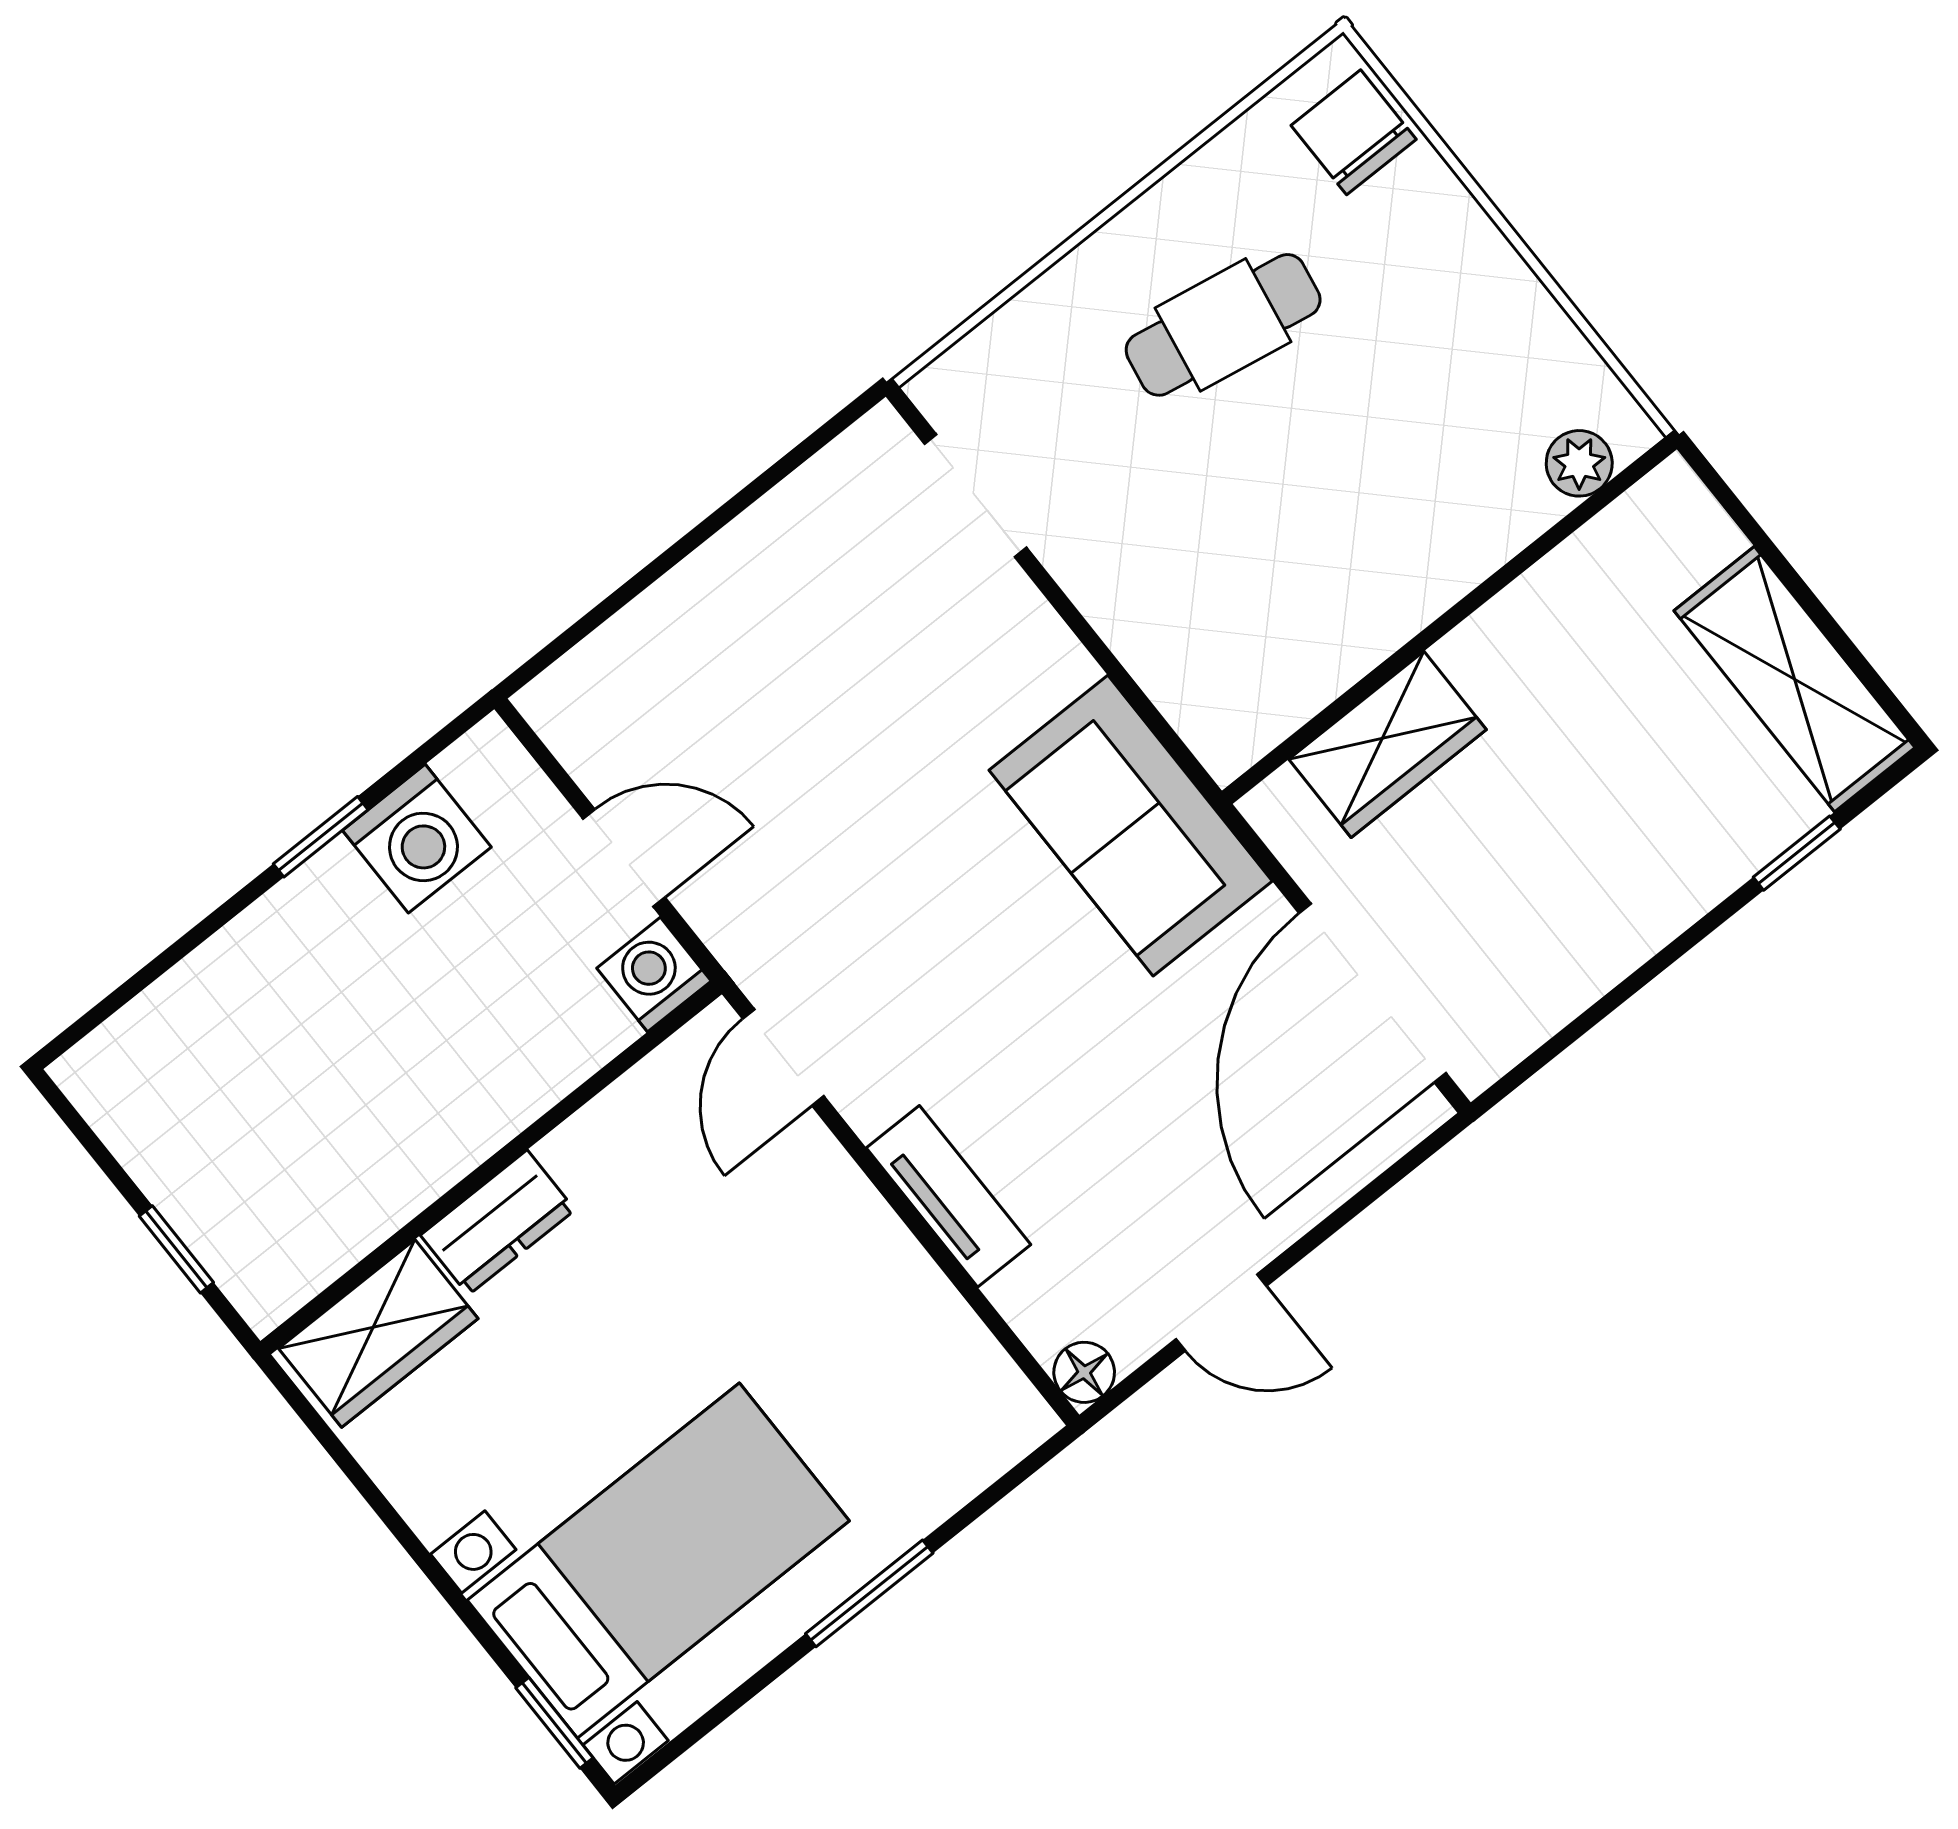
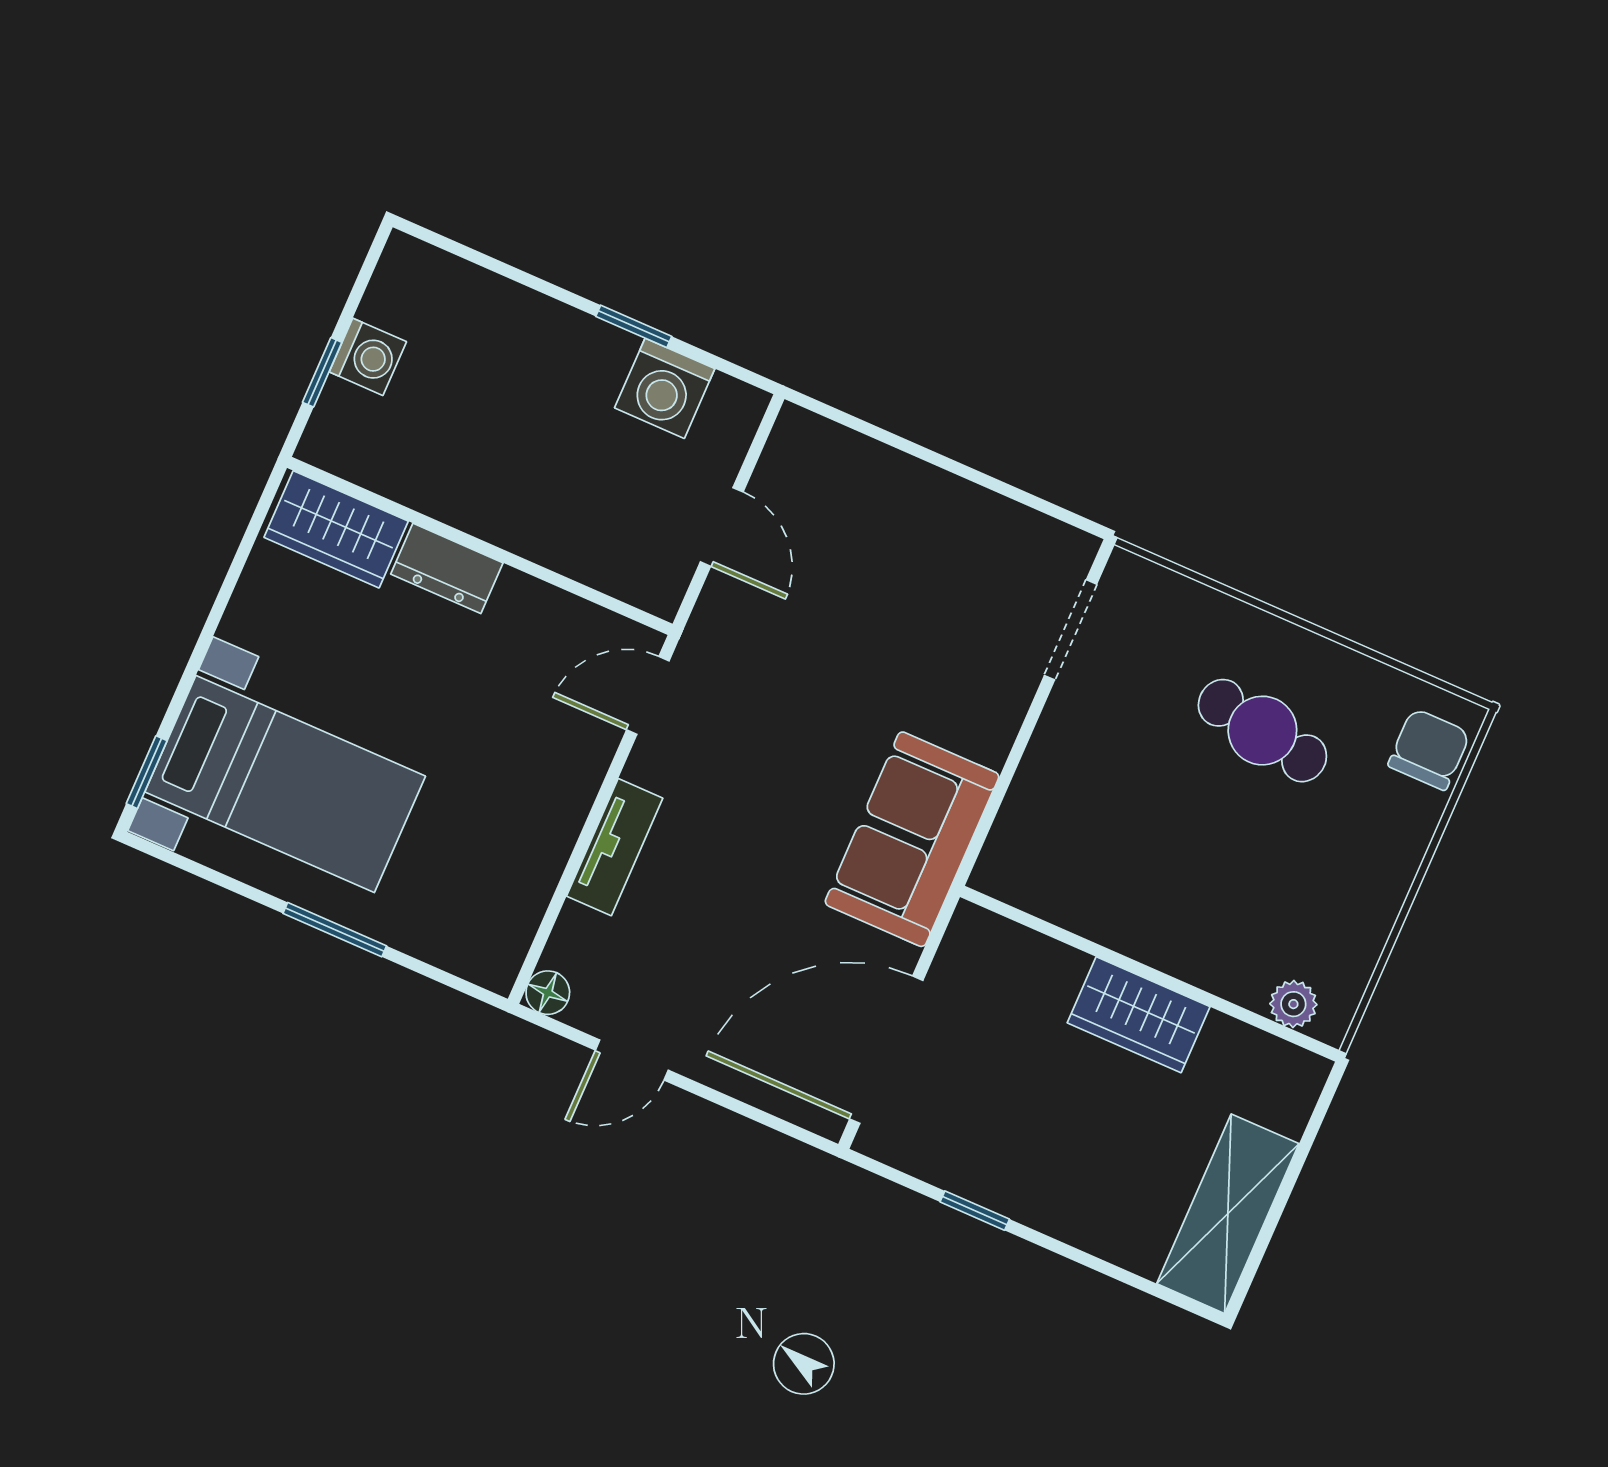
wardrobe: (1387, 744) -> (1139, 1015), moved
window: (1797, 853) -> (975, 1211), moved
washing machine: (654, 975) -> (368, 357), moved, turned 90
door: (1221, 1312) -> (632, 1060), hinge flipped

